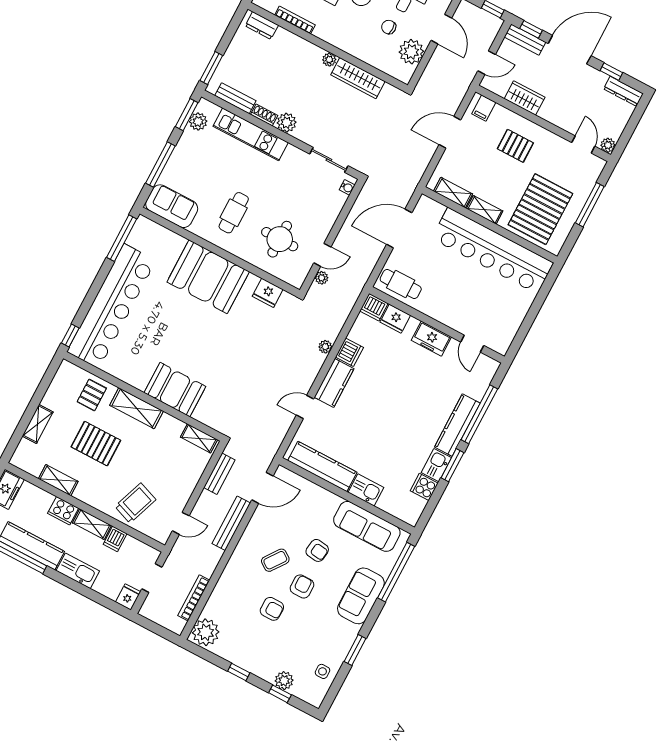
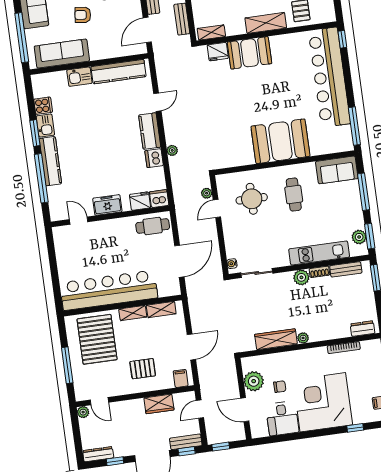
fridge: (268, 293) -> (218, 52), moved, turned 180

